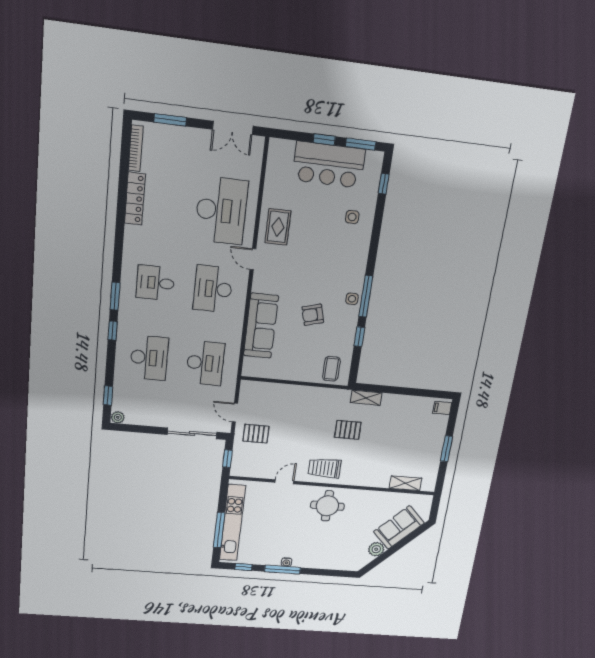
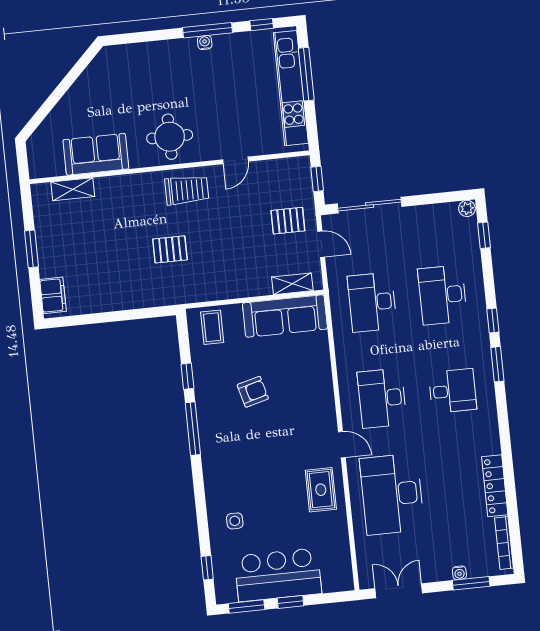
water cooler: (178, 131) -> (459, 573), added
desk: (213, 289) -> (382, 398), turned 180
side table: (352, 299) -> (209, 422), removed
sofa: (261, 326) -> (285, 316), moved, turned -90
shelving: (366, 398) -> (292, 284), moved
filing cabinet: (442, 408) -> (53, 295), width x2.00
sofa: (399, 527) -> (96, 154), moved, turned -135
plant: (376, 549) -> (86, 85), removed

